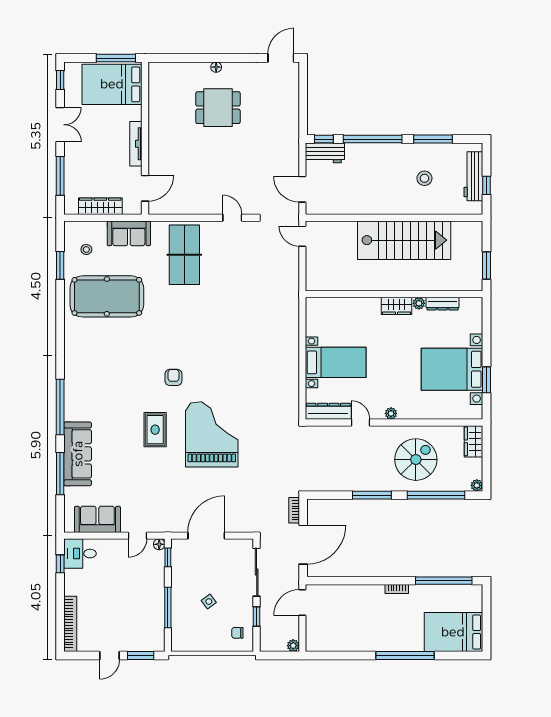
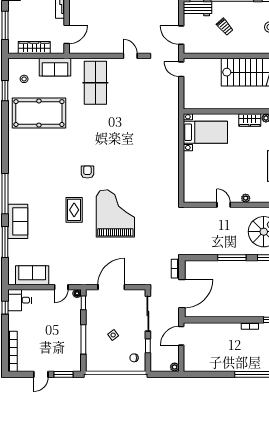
trolley: (362, 178) -> (225, 27), added
bed with nightstands: (336, 362) -> (205, 132), moved
dresser: (328, 411) -> (200, 197), removed
sofa: (78, 454) -> (18, 221), width x0.73

